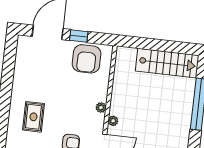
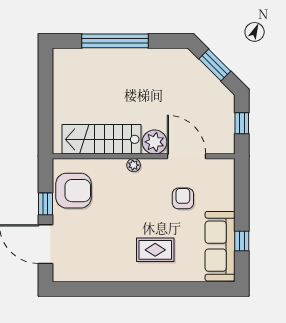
stairs: (167, 63) -> (102, 139), moved, turned -90
plant: (113, 121) -> (155, 142), width x1.87, depth x1.87

